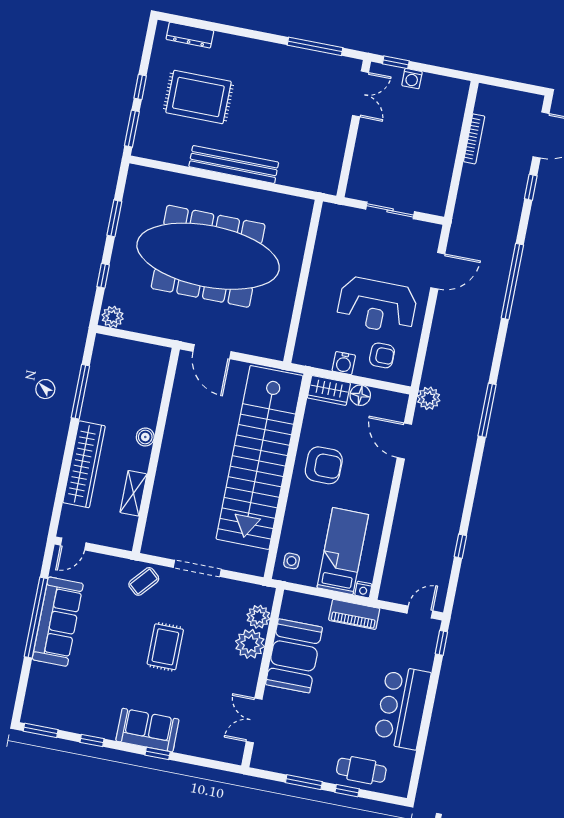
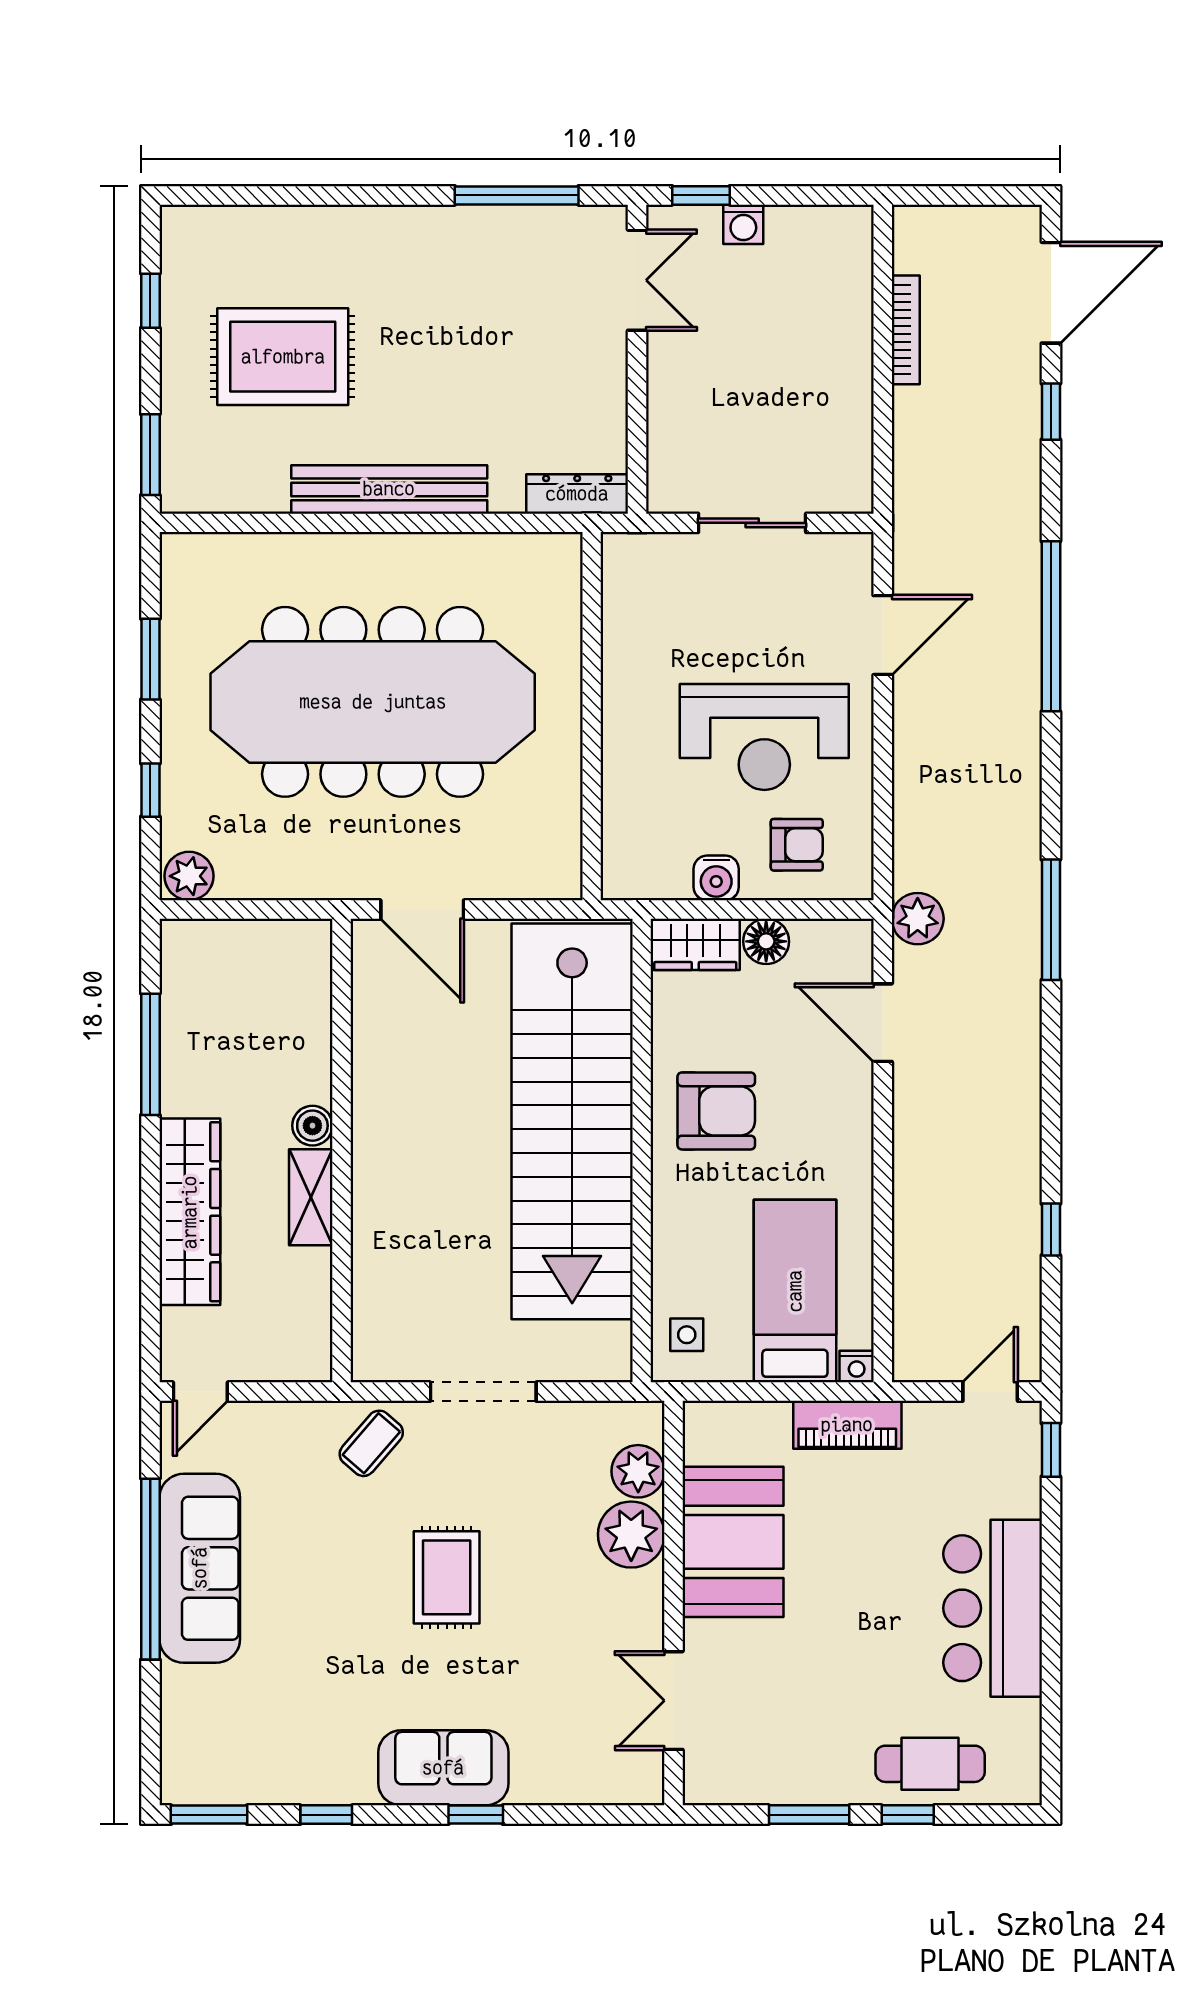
dresser: (190, 35) -> (577, 494), moved, turned 180
window: (140, 87) -> (150, 301), moved
shelving: (133, 493) -> (311, 1197), moved

